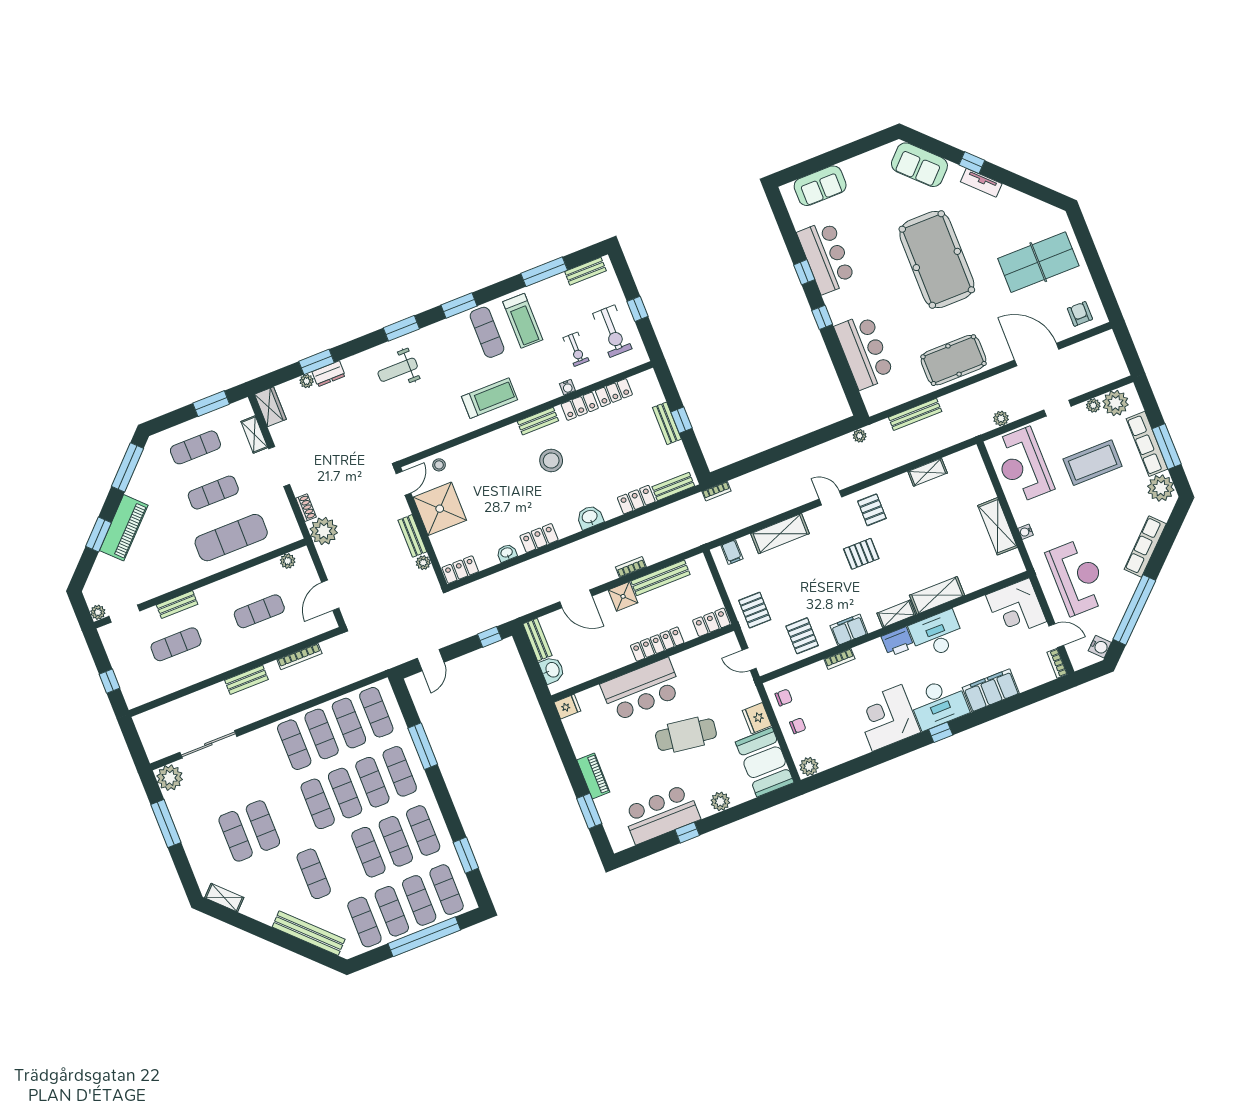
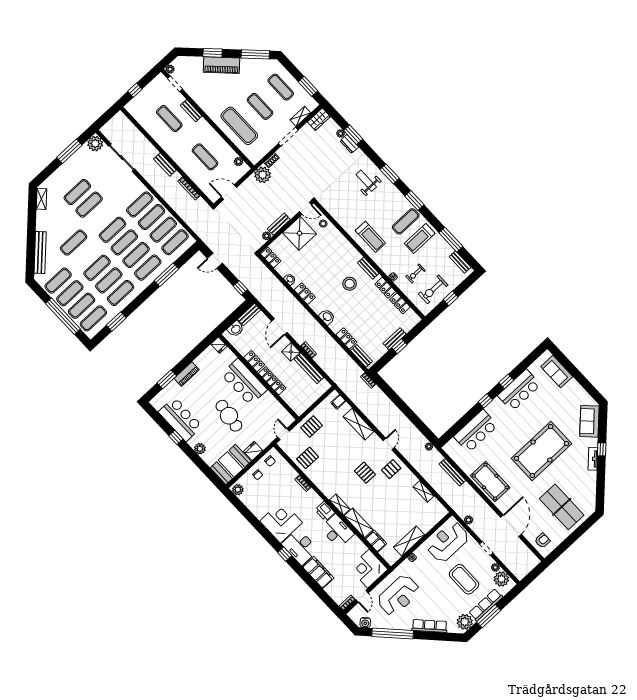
locker: (711, 622) -> (254, 361), moved
filing cabinet: (849, 630) -> (376, 541), moved

